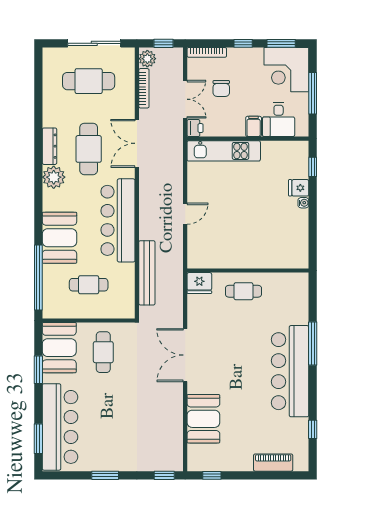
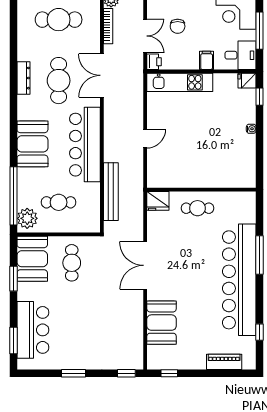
desk: (279, 120) -> (241, 55), moved, turned -90
plant: (54, 177) -> (27, 218), moved
fridge: (299, 188) -> (247, 81), moved
booth: (59, 238) -> (32, 144), moved
bar counter: (290, 371) -> (239, 280), width x1.36
bar counter: (60, 427) -> (33, 330), width x0.73

